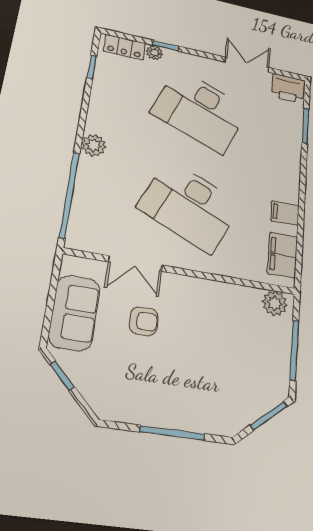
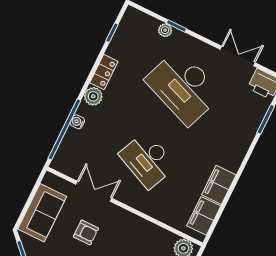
locker: (125, 47) -> (104, 72), moved, turned -90
water cooler: (84, 181) -> (77, 122), added
desk: (189, 206) -> (148, 160), width x0.73, depth x0.77
filing cabinet: (285, 213) -> (219, 185), width x2.00
double door: (135, 263) -> (94, 191), swing flipped

